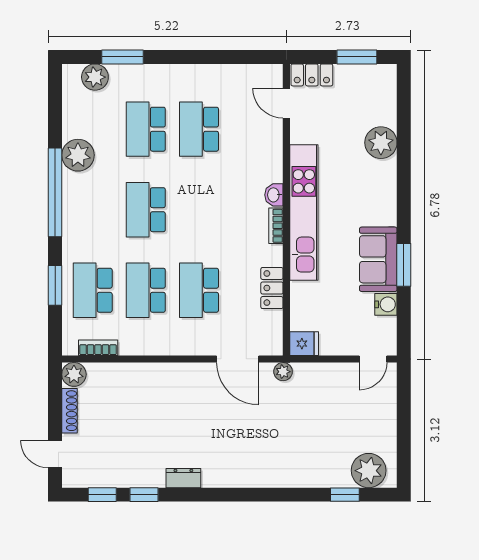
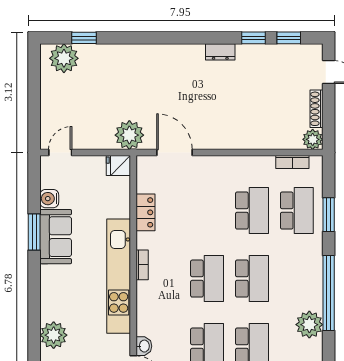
washbasin: (274, 195) -> (144, 346), moved
school desk: (199, 290) -> (207, 279), moved
plant: (283, 372) -> (129, 135), width x1.88, depth x1.88

